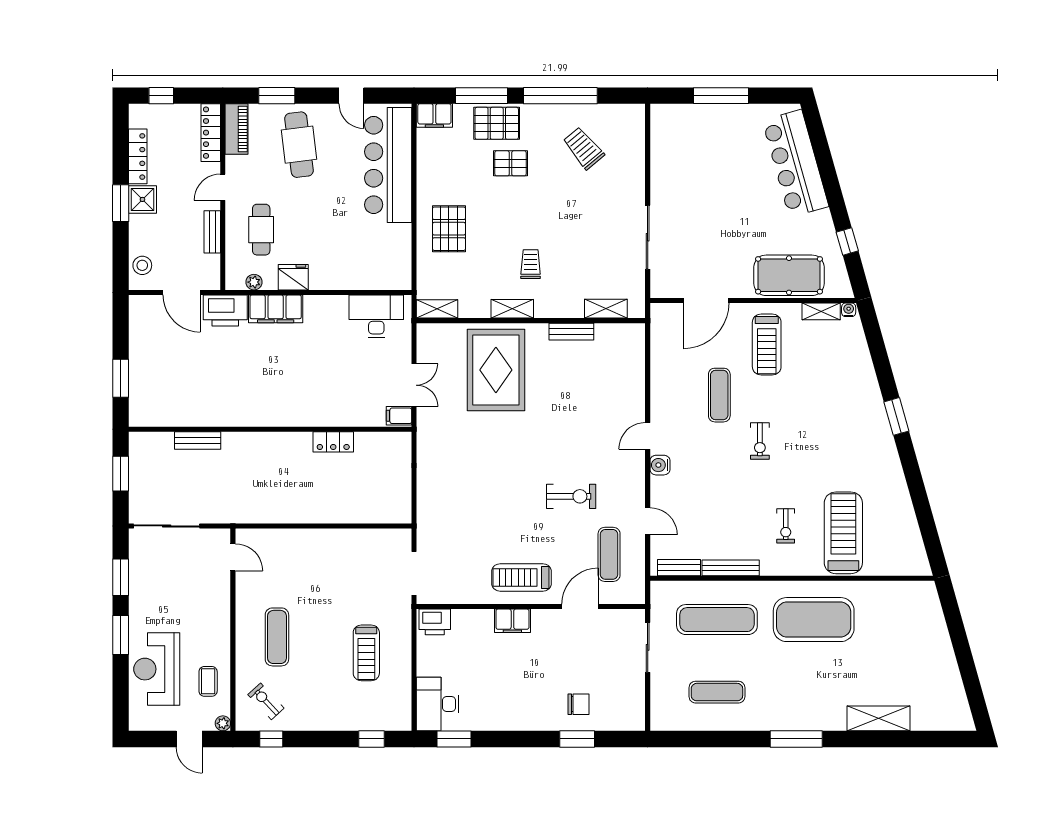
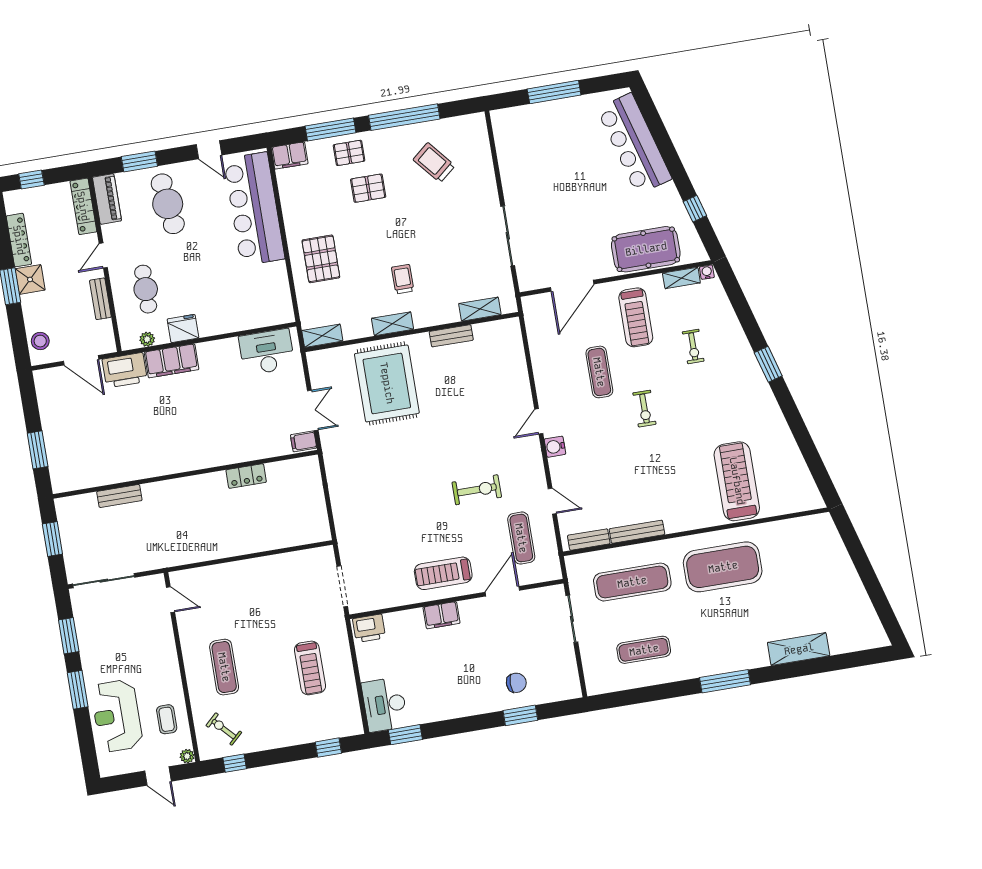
pallet: (497, 123) -> (349, 153), width x0.67, depth x0.71
exercise bike: (786, 526) -> (693, 346), moved

